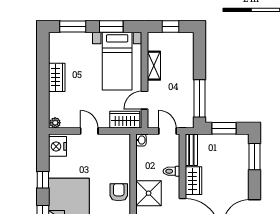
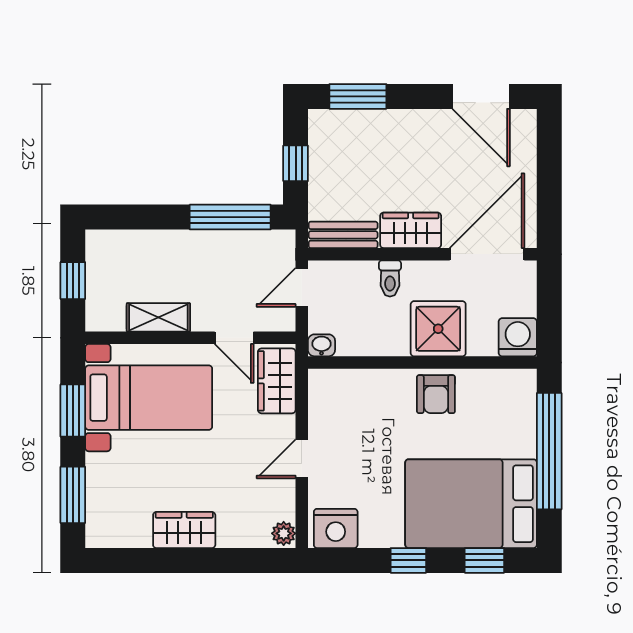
window: (224, 128) -> (296, 163), width x0.67
armchair: (119, 192) -> (436, 394), turned -90

